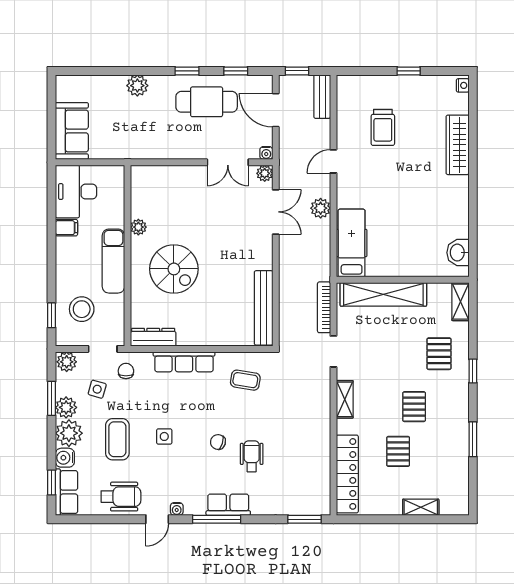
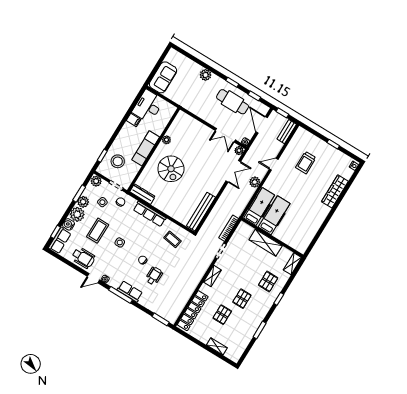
hospital bed: (384, 242) -> (274, 215), added
washbasin: (458, 253) -> (305, 241), removed
shelving: (383, 294) -> (266, 243), width x0.68

